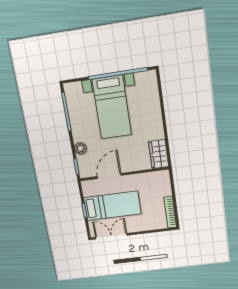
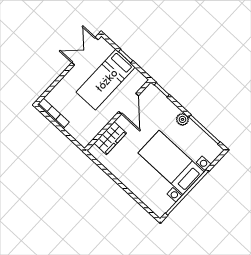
plant: (80, 148) -> (182, 119), moved
wardrobe: (159, 154) -> (110, 138), moved, turned 90
double door: (111, 236) -> (85, 51), swing flipped

